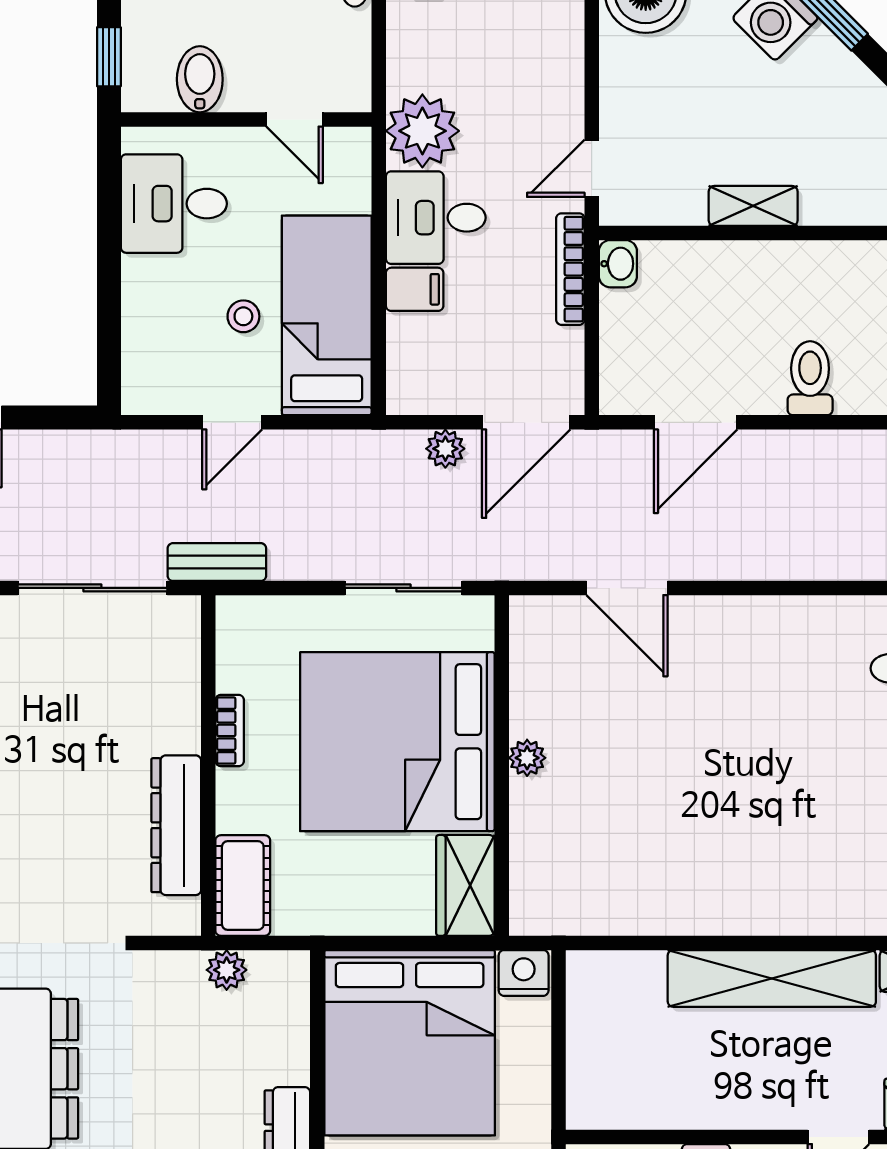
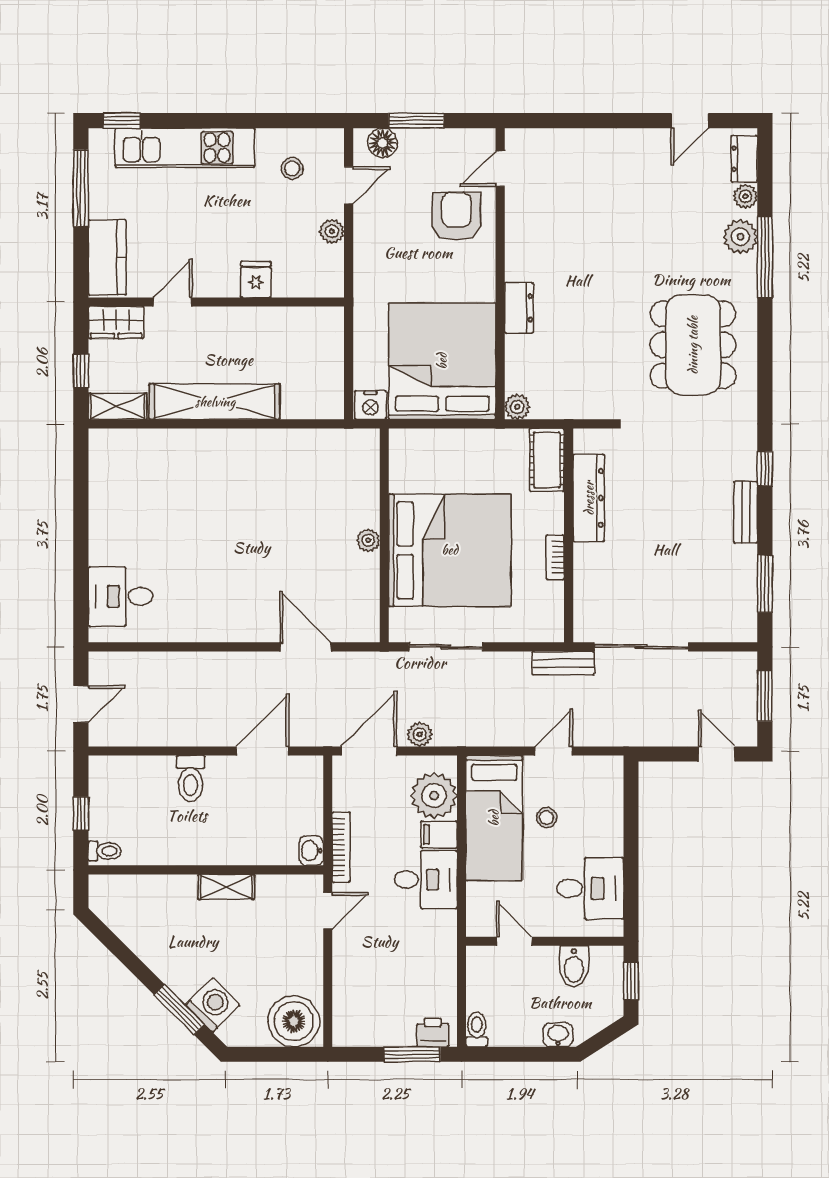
plant: (422, 131) -> (434, 796), moved
wardrobe: (465, 885) -> (407, 460), removed
plant: (227, 970) -> (517, 407), moved

